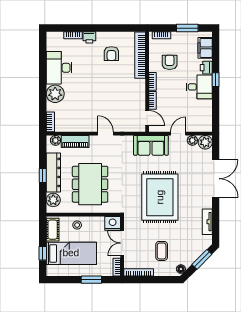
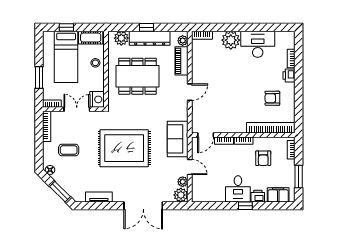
armchair: (170, 62) -> (263, 158), turned 90

